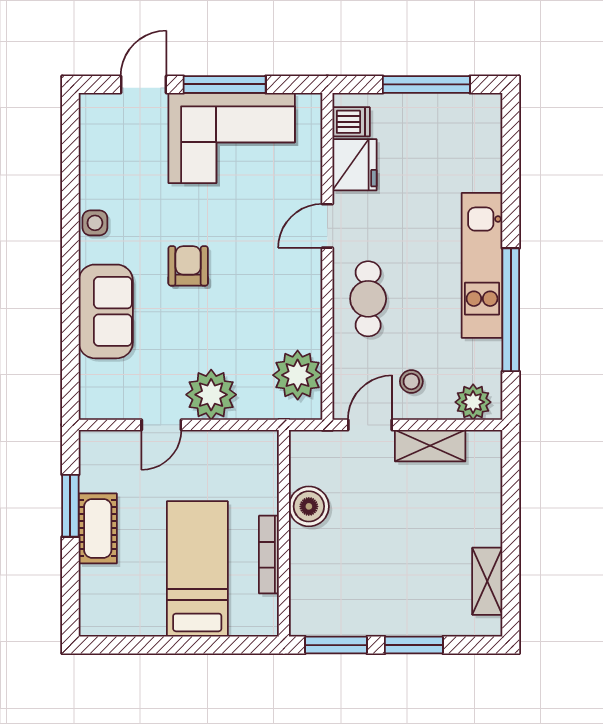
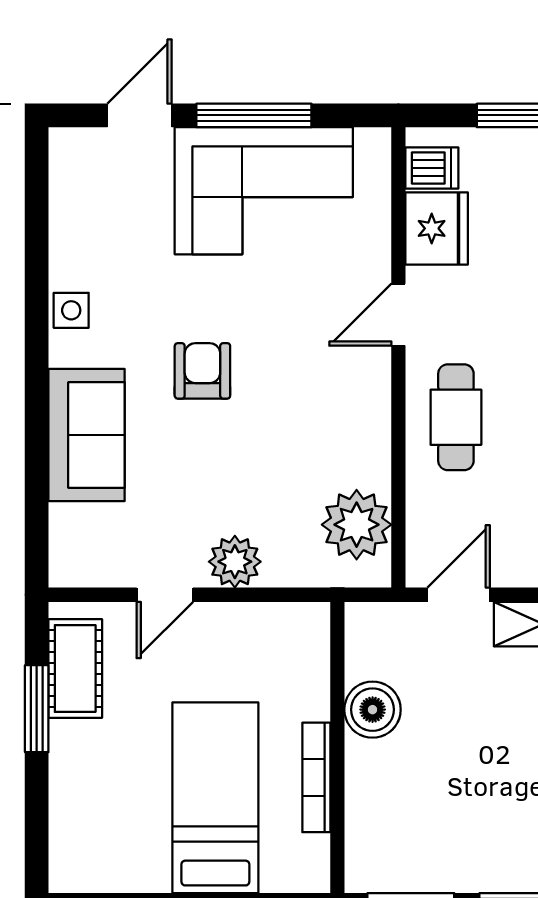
stool: (411, 381) -> (517, 534), removed
plant: (211, 395) -> (235, 562), width x0.73, depth x0.73
cot: (98, 528) -> (75, 668), moved

